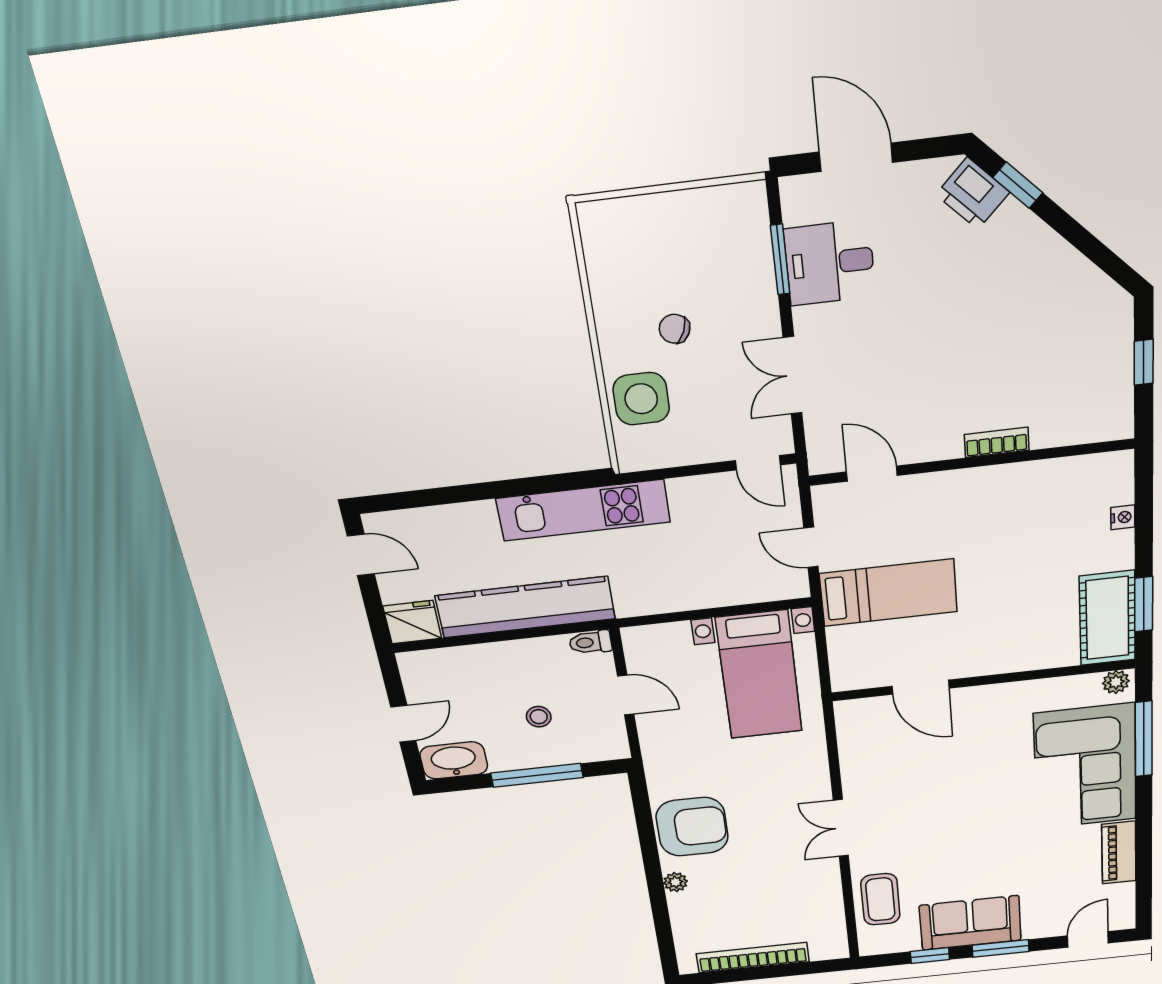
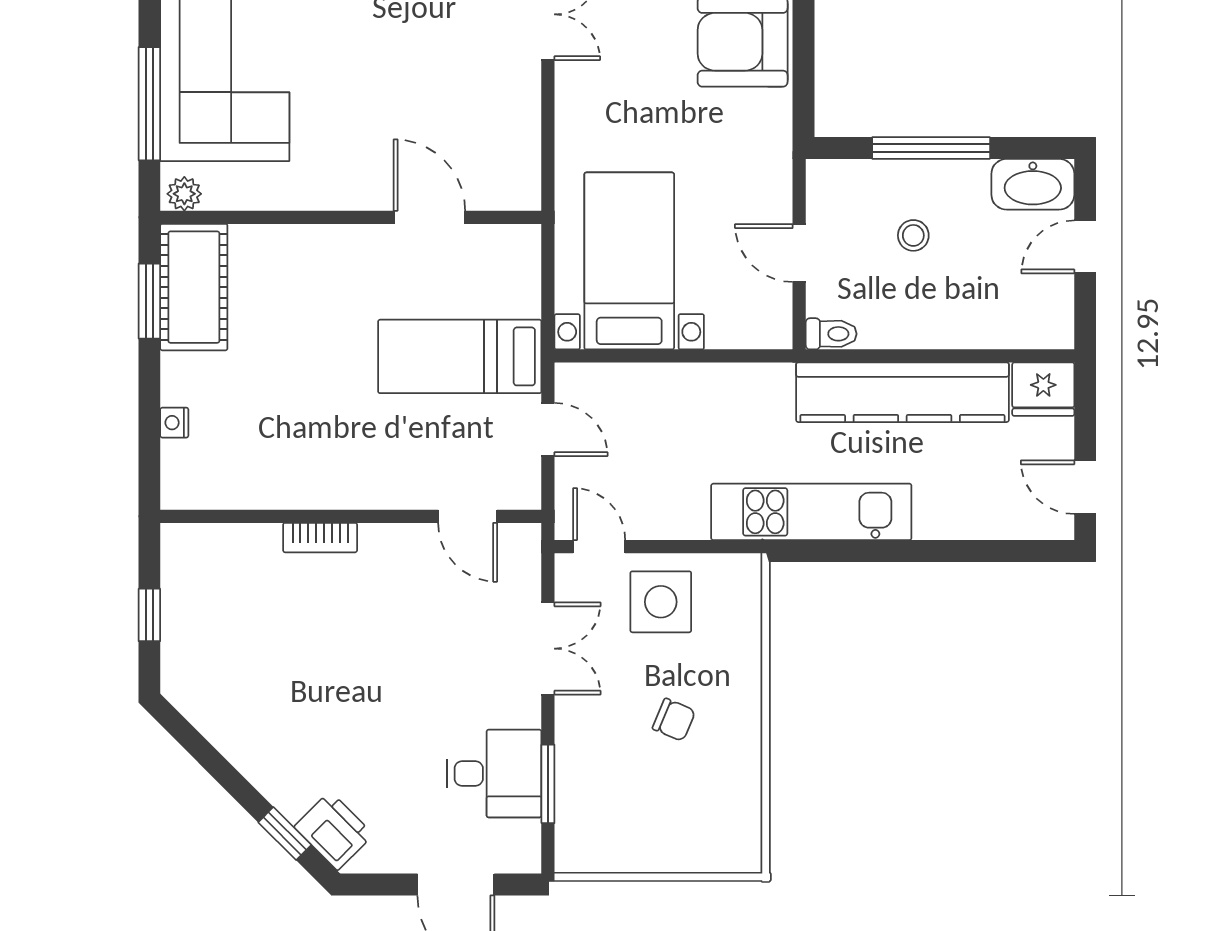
side table: (641, 399) -> (661, 602), moved

